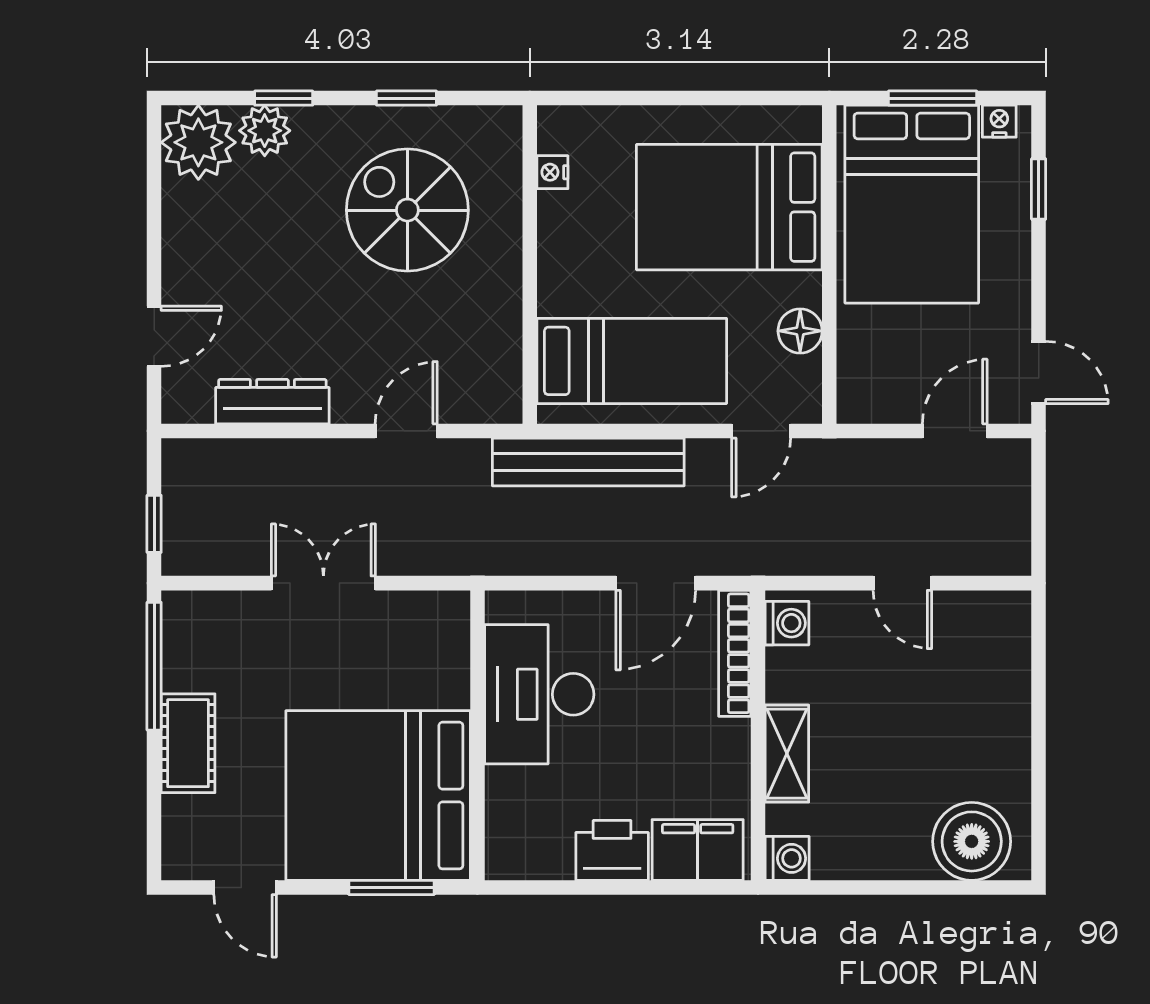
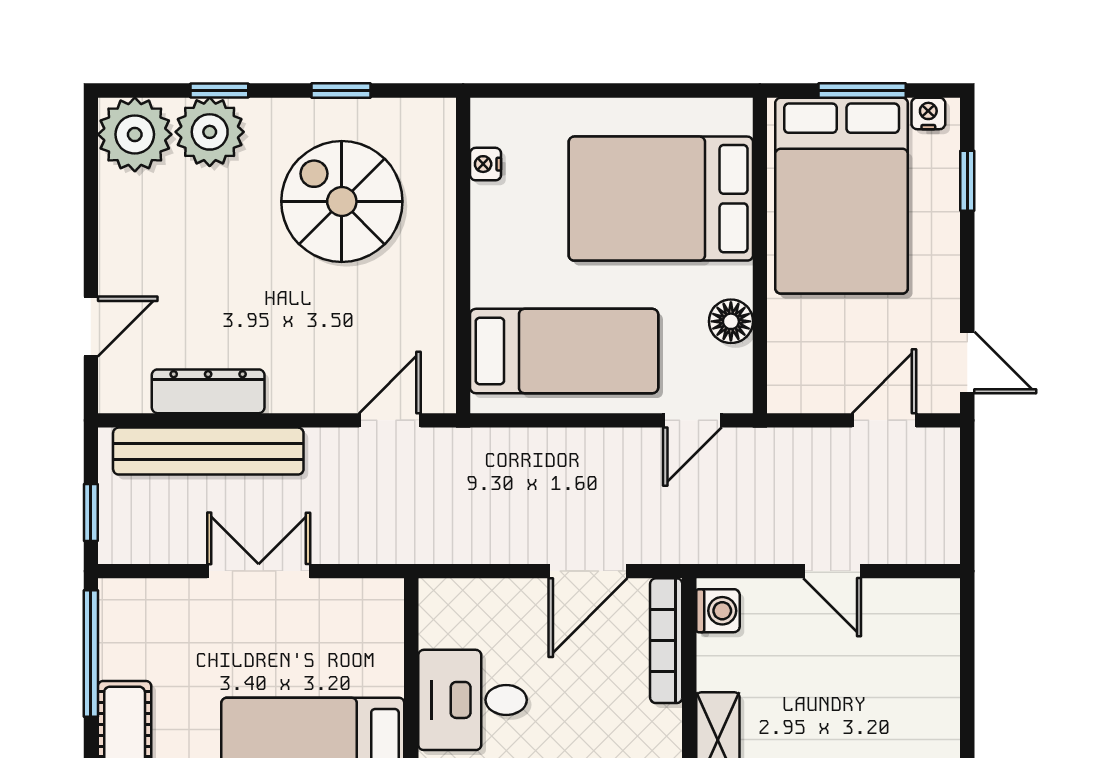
plant: (265, 131) -> (210, 132), width x1.36, depth x1.36
door: (406, 431) -> (390, 420), moved
bench: (588, 462) -> (208, 451), moved
desk: (539, 694) -> (473, 700), width x0.73

